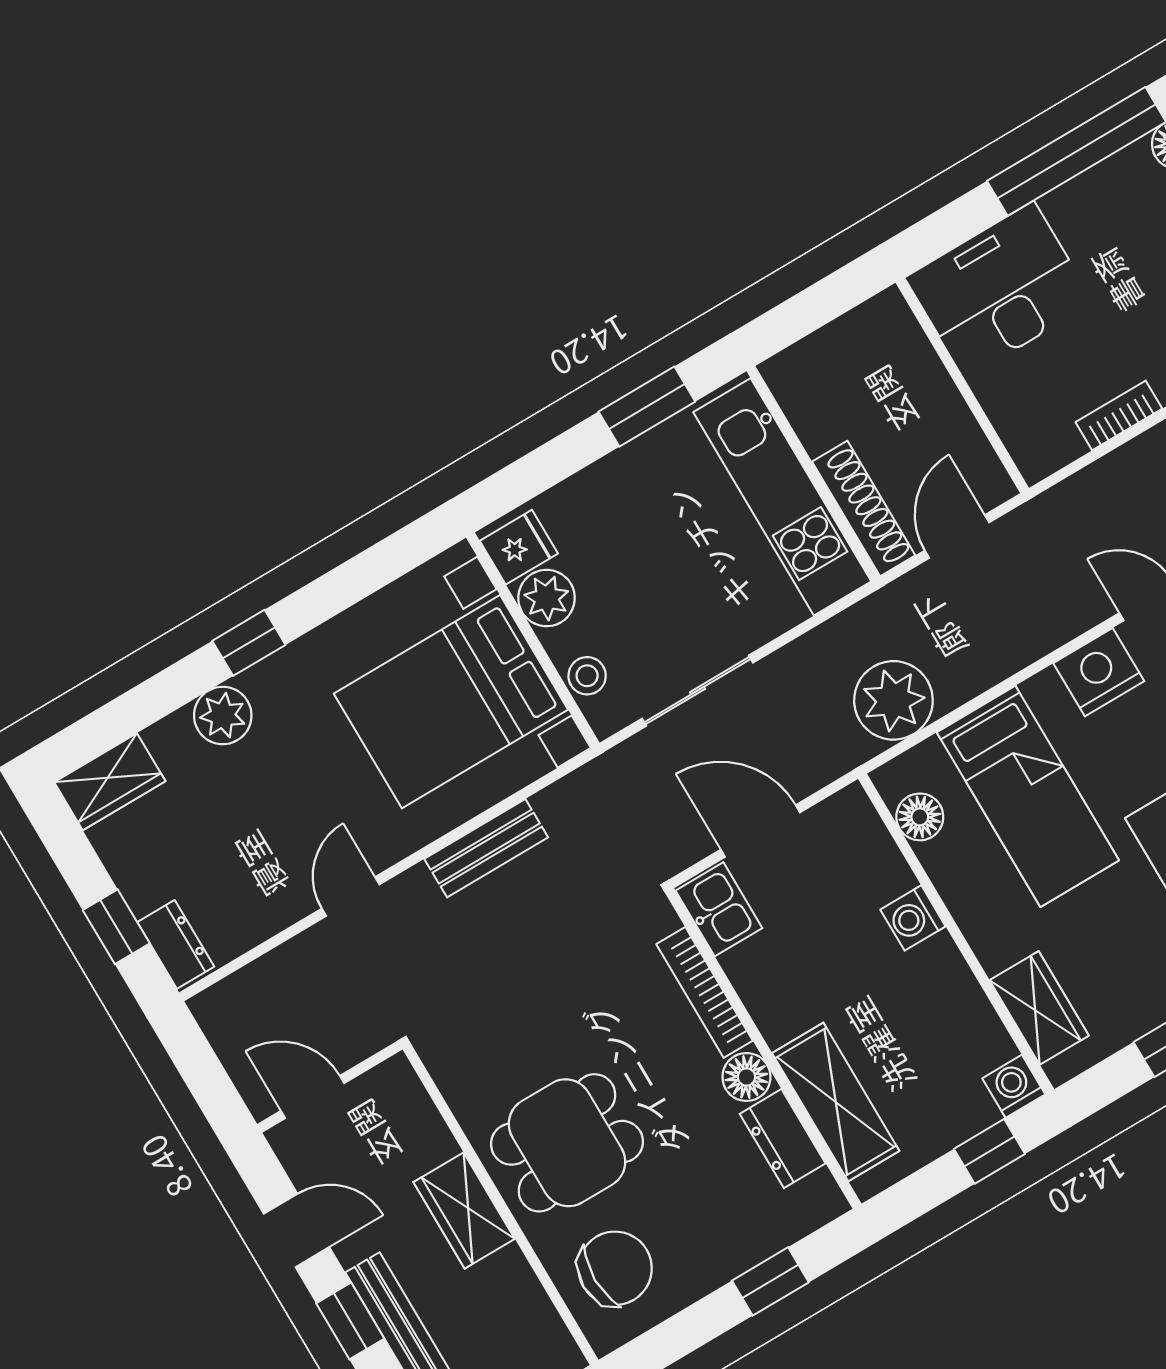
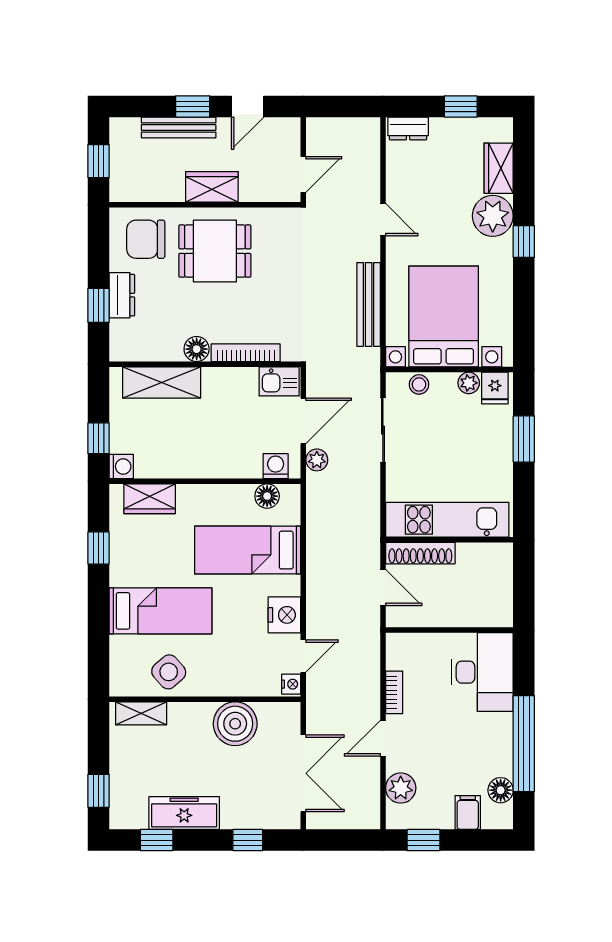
window: (647, 407) -> (524, 439), moved
plant: (547, 598) -> (469, 383), width x0.73, depth x0.73
plant: (893, 700) -> (317, 460), moved, width x0.53, depth x0.53
plant: (223, 716) -> (493, 216), width x1.36, depth x1.36
wardrobe: (110, 782) -> (499, 168), moved
bench: (486, 848) -> (369, 304), width x1.36
washing machine: (913, 918) -> (276, 466), moved
window: (116, 927) -> (461, 106), moved
door: (312, 1097) -> (303, 174), moved
dresser: (783, 1139) -> (122, 295), moved, turned 90
dining table: (567, 1143) -> (215, 251), turned 90
chair: (615, 1268) -> (146, 239), turned 90

